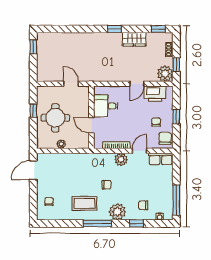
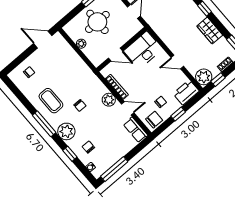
printer: (155, 94) -> (186, 92), moved, turned 90
desk: (106, 106) -> (143, 50), width x1.37
door: (91, 125) -> (116, 55), swing flipped

